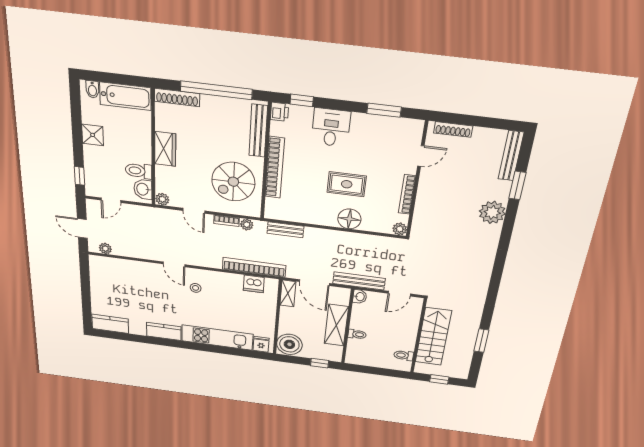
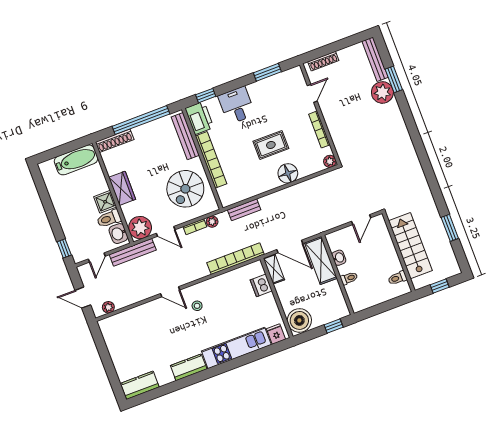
bidet: (92, 89) -> (49, 167), removed
printer: (279, 112) -> (199, 118), width x1.87, depth x1.48
shower: (93, 135) -> (105, 202), moved
plant: (162, 199) -> (140, 228), width x1.88, depth x1.88
plant: (492, 212) -> (382, 92), moved
bench: (359, 281) -> (133, 252), moved
dishwasher: (254, 284) -> (261, 285), moved, turned 90
washbasin: (360, 297) -> (339, 258), moved
shelving: (336, 325) -> (321, 260), moved

